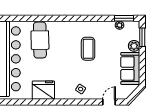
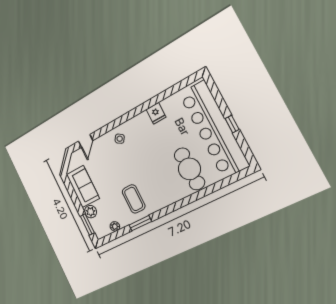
window: (124, 18) -> (140, 223), moved
coffee table: (88, 49) -> (134, 199), moved
fridge: (43, 90) -> (156, 113), width x0.53, depth x0.75

